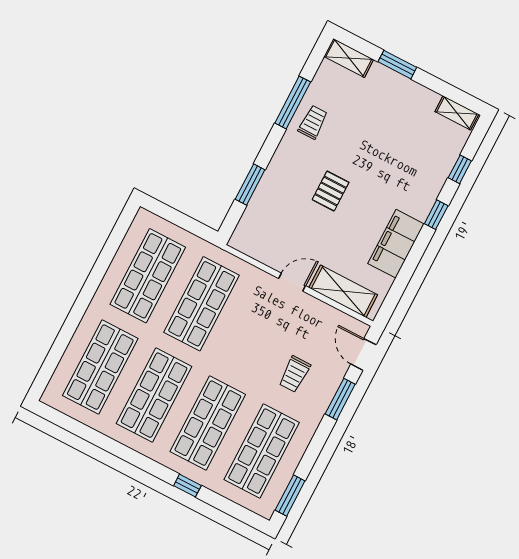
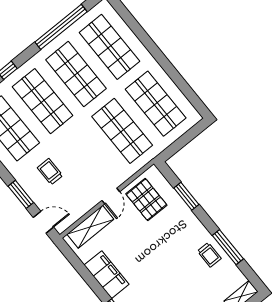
pallet: (331, 191) -> (146, 200), moved, width x1.50, depth x1.42
window: (102, 441) -> (61, 27), added

